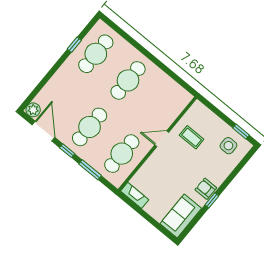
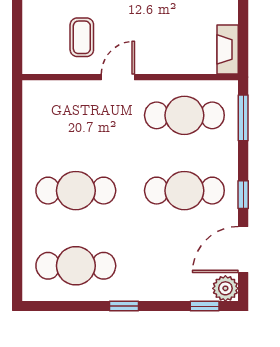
window: (74, 45) -> (124, 306), moved
window: (33, 95) -> (205, 306), added
door: (162, 139) -> (118, 77), swing flipped
window: (90, 170) -> (243, 118), moved

